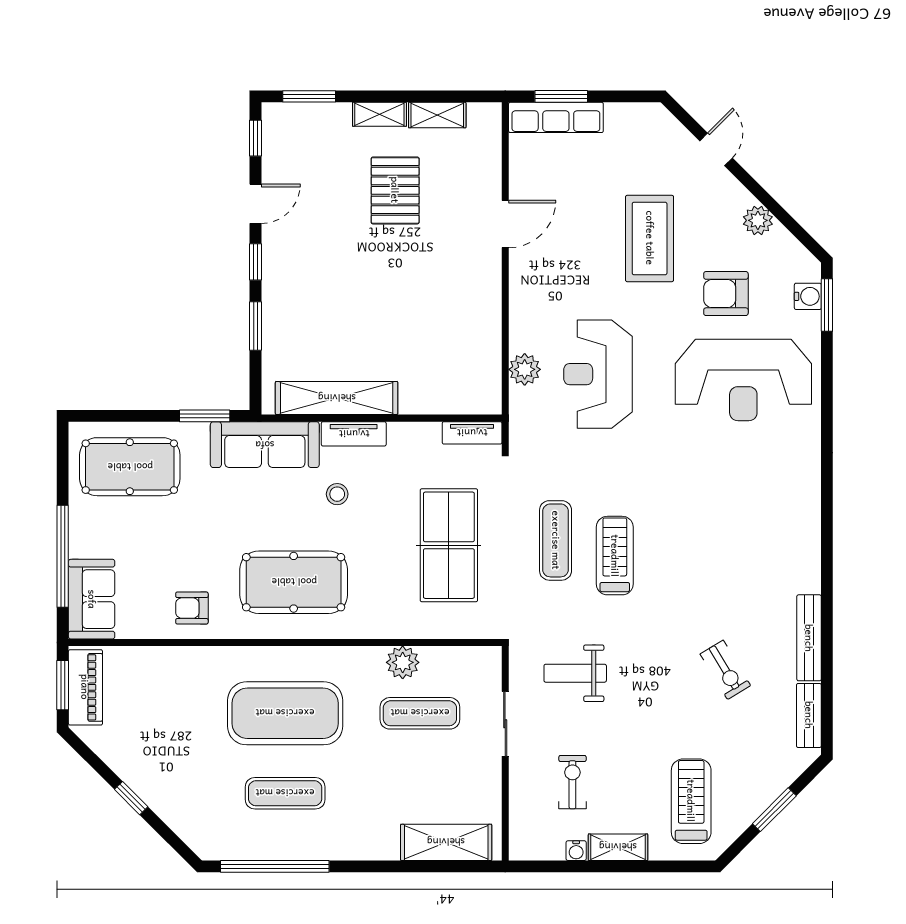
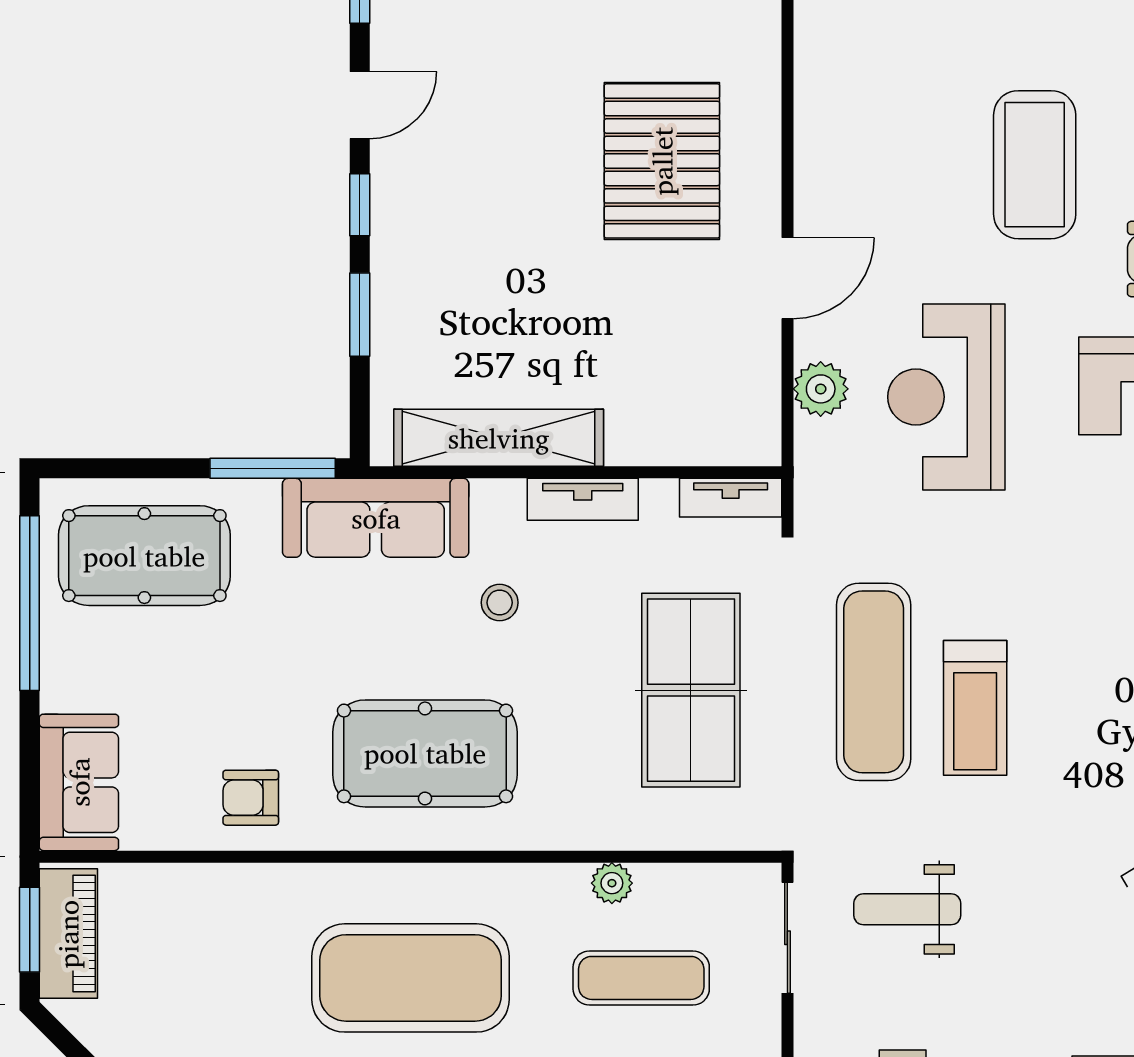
pallet: (395, 190) -> (662, 161), moved, width x1.37, depth x1.41
door: (505, 224) -> (787, 278), moved
window: (205, 416) -> (273, 468), width x1.44
tv unit: (354, 434) -> (583, 499), moved
exercise mat: (556, 540) -> (874, 682), width x1.36, depth x1.45
window: (63, 556) -> (30, 603), moved
treadmill: (615, 556) -> (975, 708), turned 180
plant: (403, 662) -> (612, 883), width x0.73, depth x0.73
sliding door: (505, 724) -> (787, 938), moved

